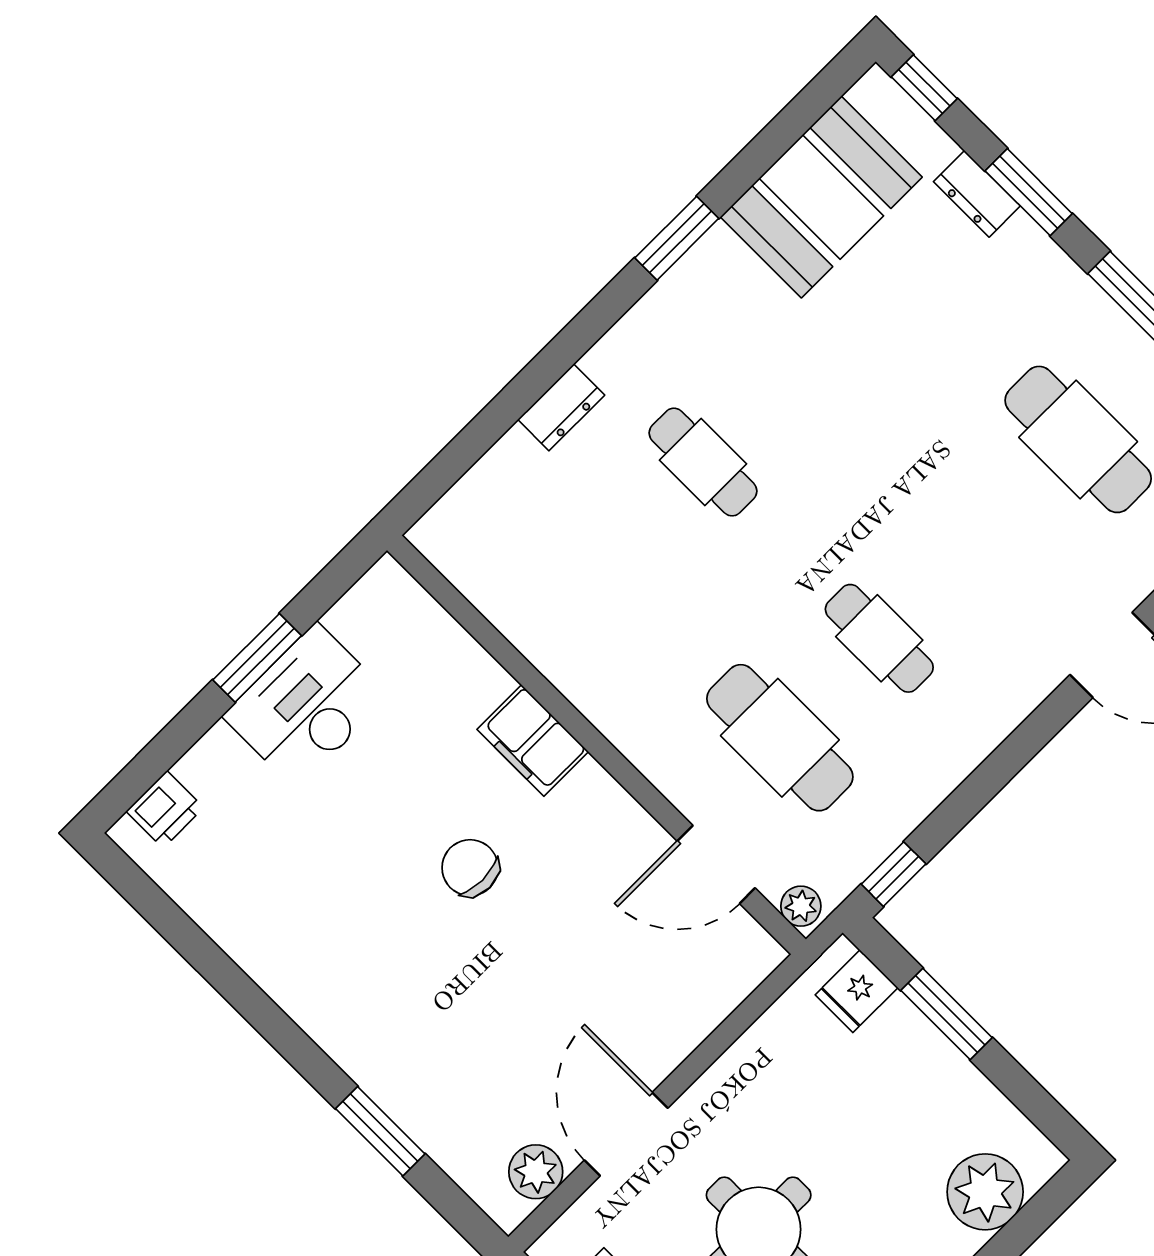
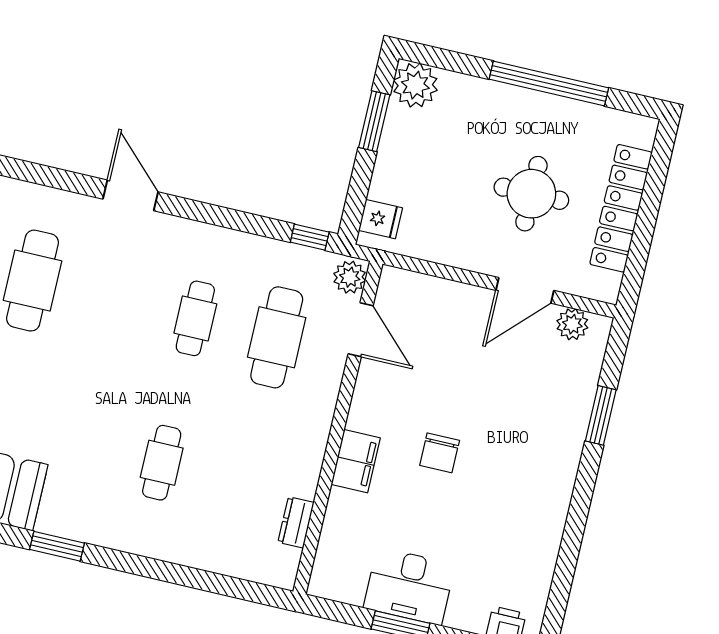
dresser: (561, 407) -> (296, 522), moved, turned -90
plant: (801, 906) -> (350, 277), width x1.38, depth x1.38
window: (946, 1014) -> (374, 121), moved
plant: (985, 1192) -> (415, 85), moved

